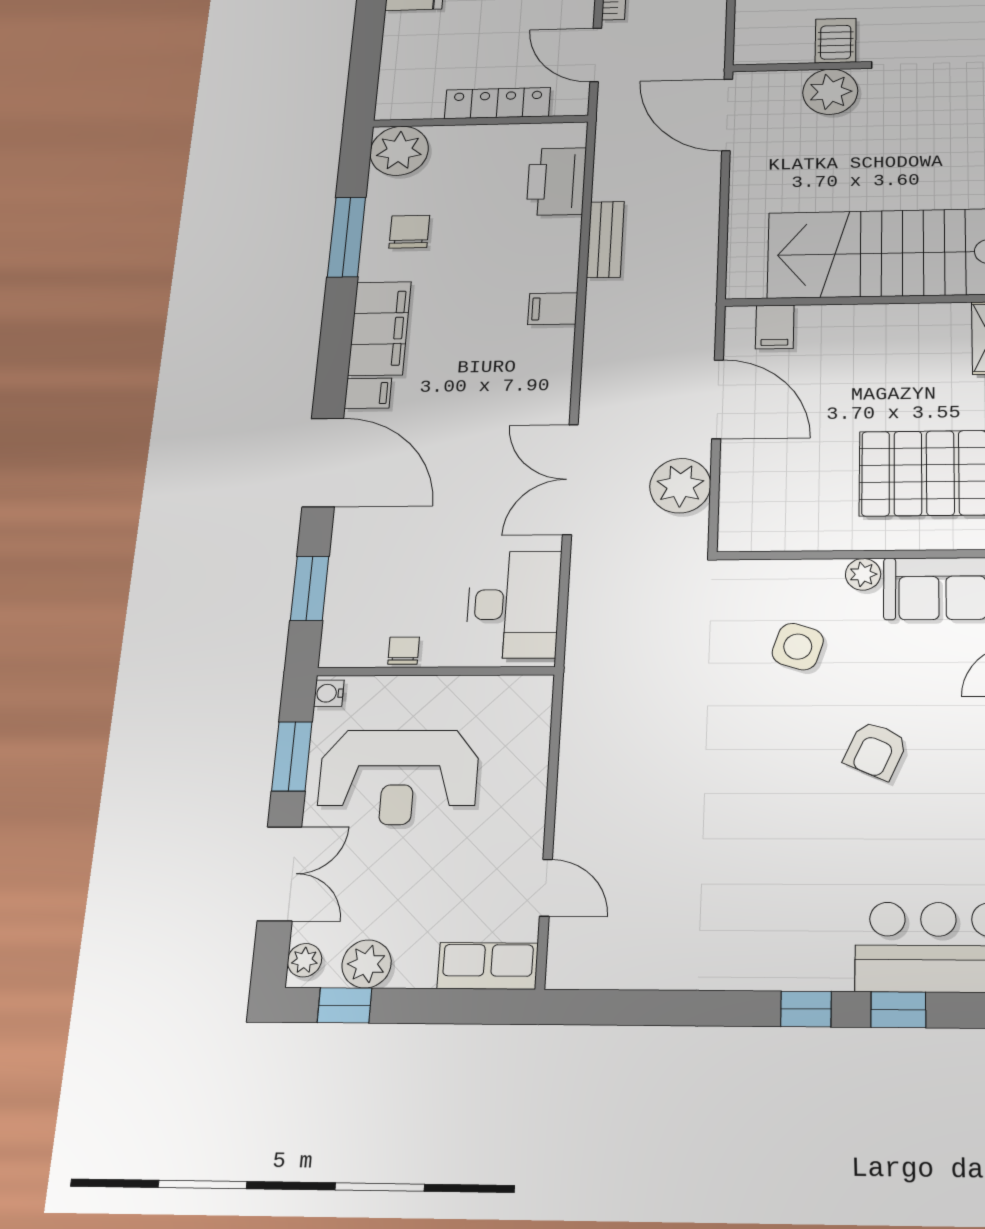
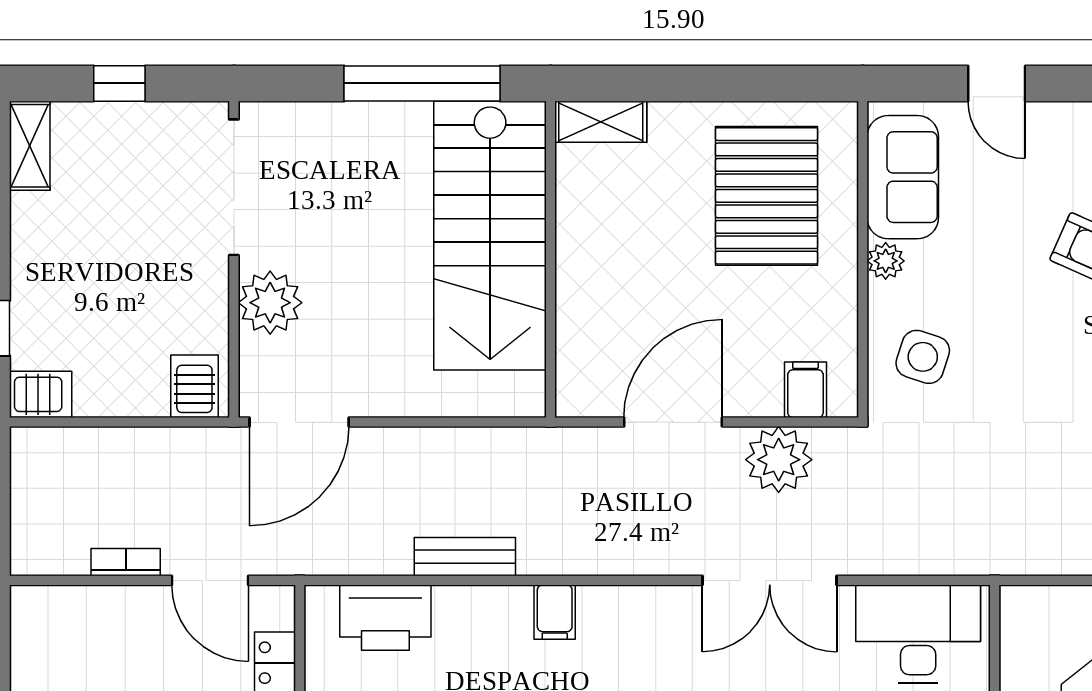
server rack: (836, 41) -> (194, 386), moved, turned 90
door: (596, 55) -> (210, 580), hinge flipped
filing cabinet: (775, 327) -> (805, 390), moved, turned -90
side table: (798, 647) -> (923, 357), moved

